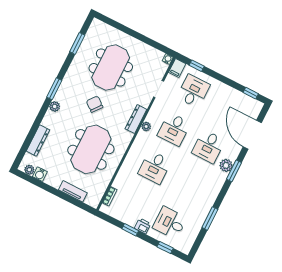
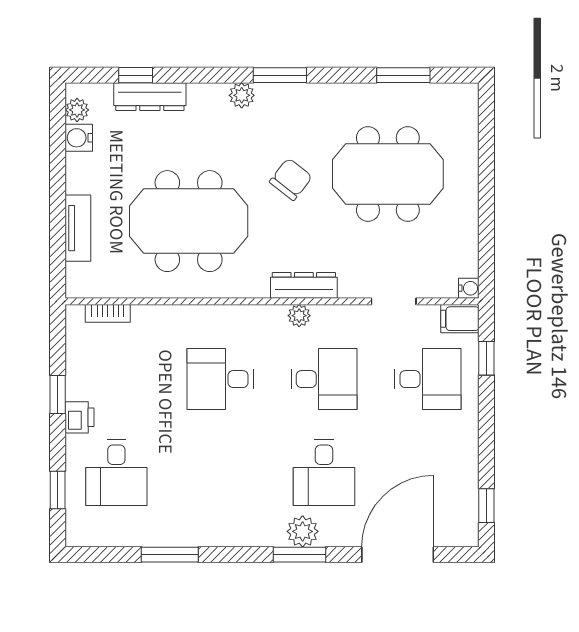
desk: (174, 129) -> (324, 379), turned 180
window: (27, 142) -> (136, 75), added
desk: (208, 147) -> (324, 473), turned -90
desk: (170, 223) -> (116, 473), turned 180

